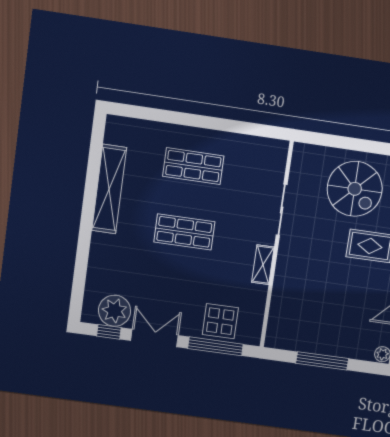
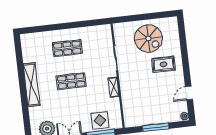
shelving: (109, 189) -> (31, 85), moved

